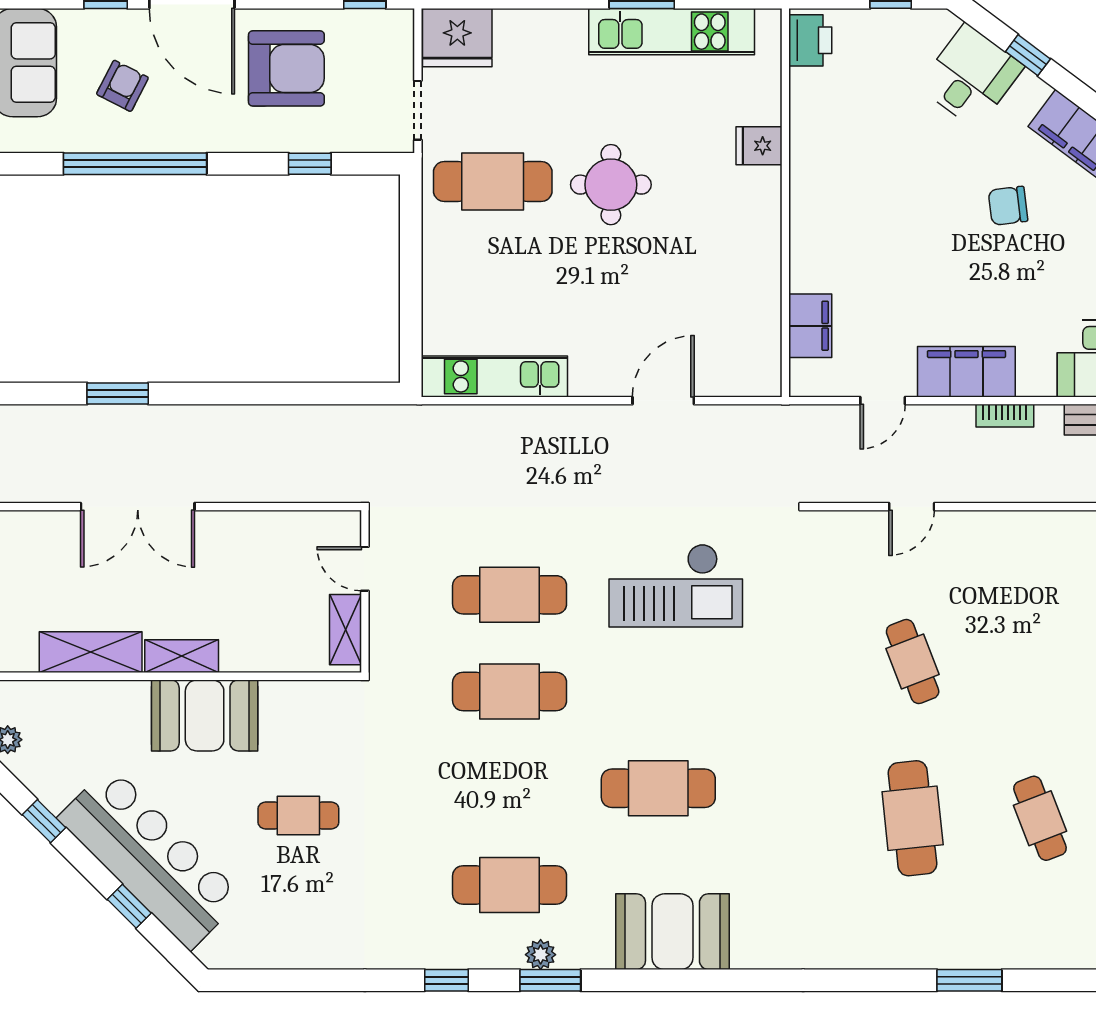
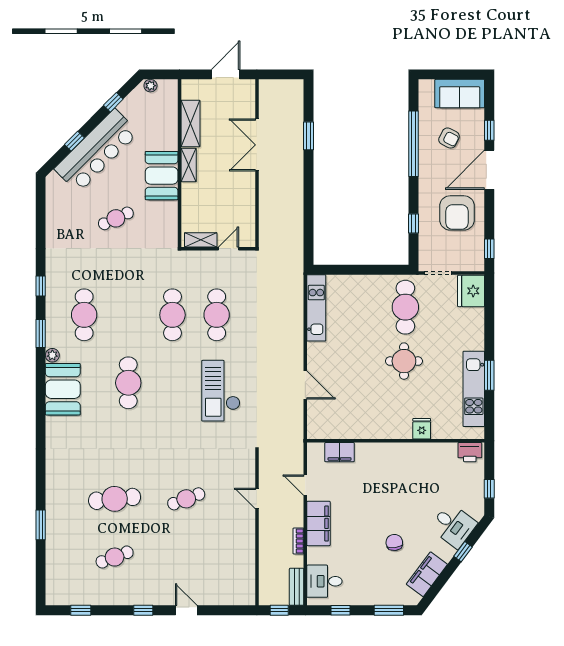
cafe table: (298, 816) -> (116, 218), turned 65
plant: (541, 955) -> (52, 355), moved

